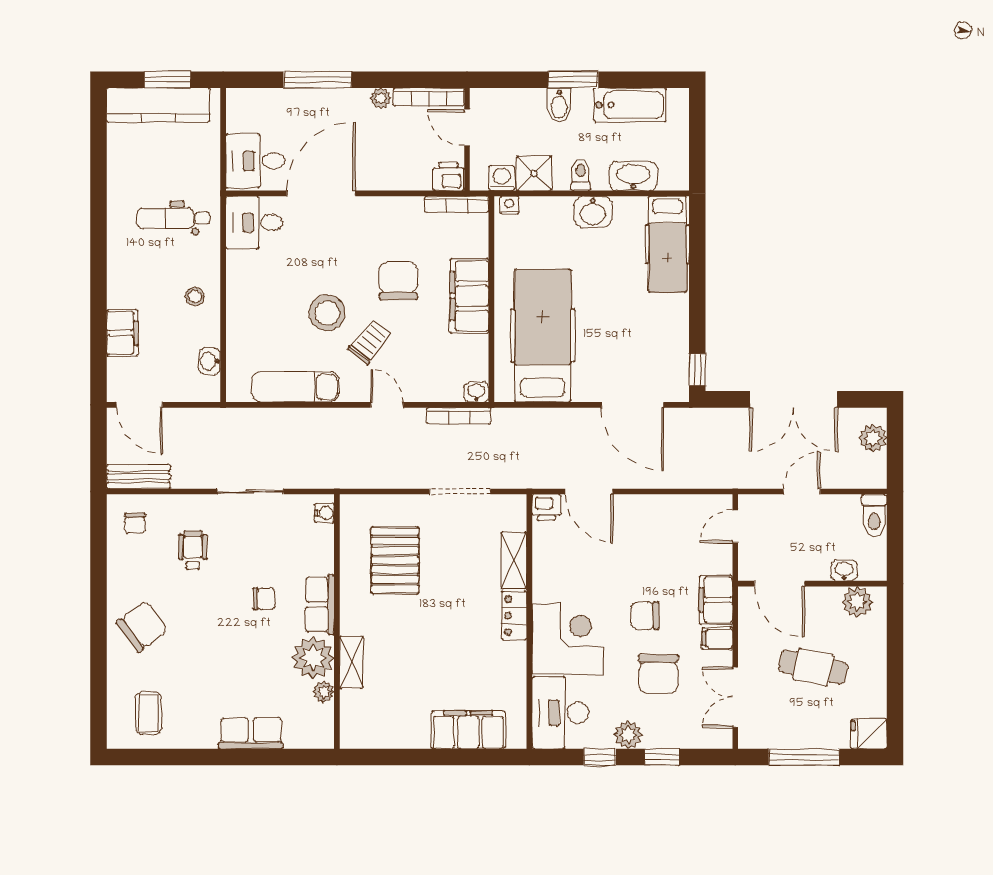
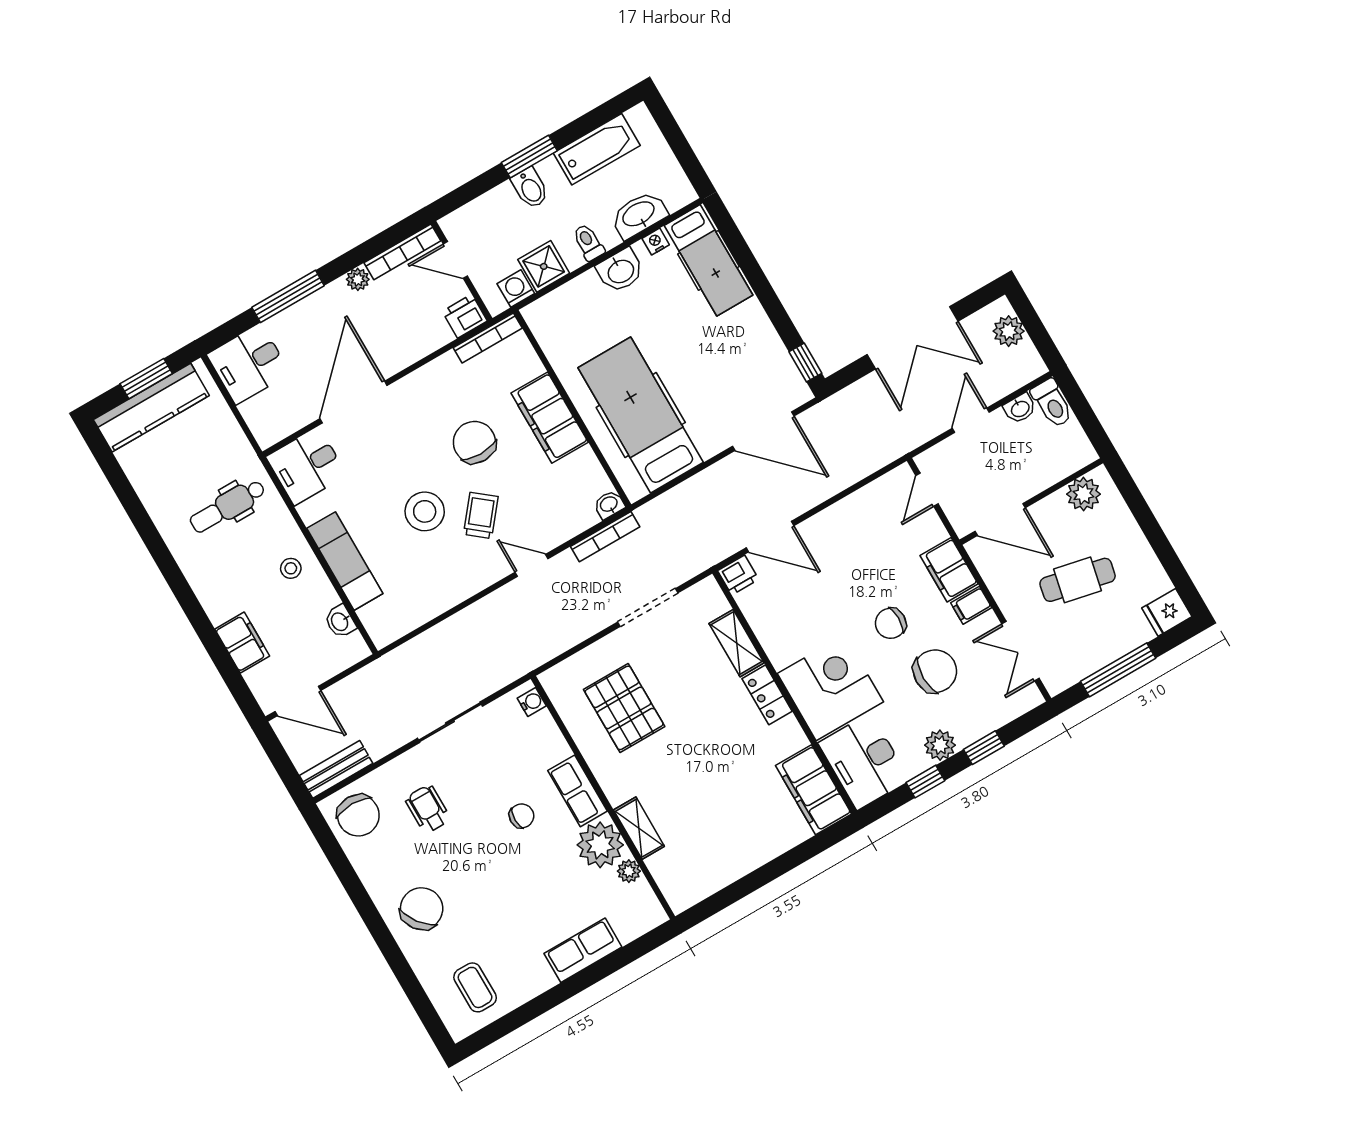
desk: (255, 161) -> (248, 364), moved
nightstand: (509, 205) -> (656, 242), moved
exam couch: (295, 387) -> (345, 561), moved, turned 90
chair: (135, 523) -> (358, 815), width x1.87, depth x1.87
washbasin: (844, 570) -> (1020, 408), moved, turned 180
chair: (658, 674) -> (935, 671), turned -90
filing cabinet: (468, 730) -> (814, 790), moved, turned -90

